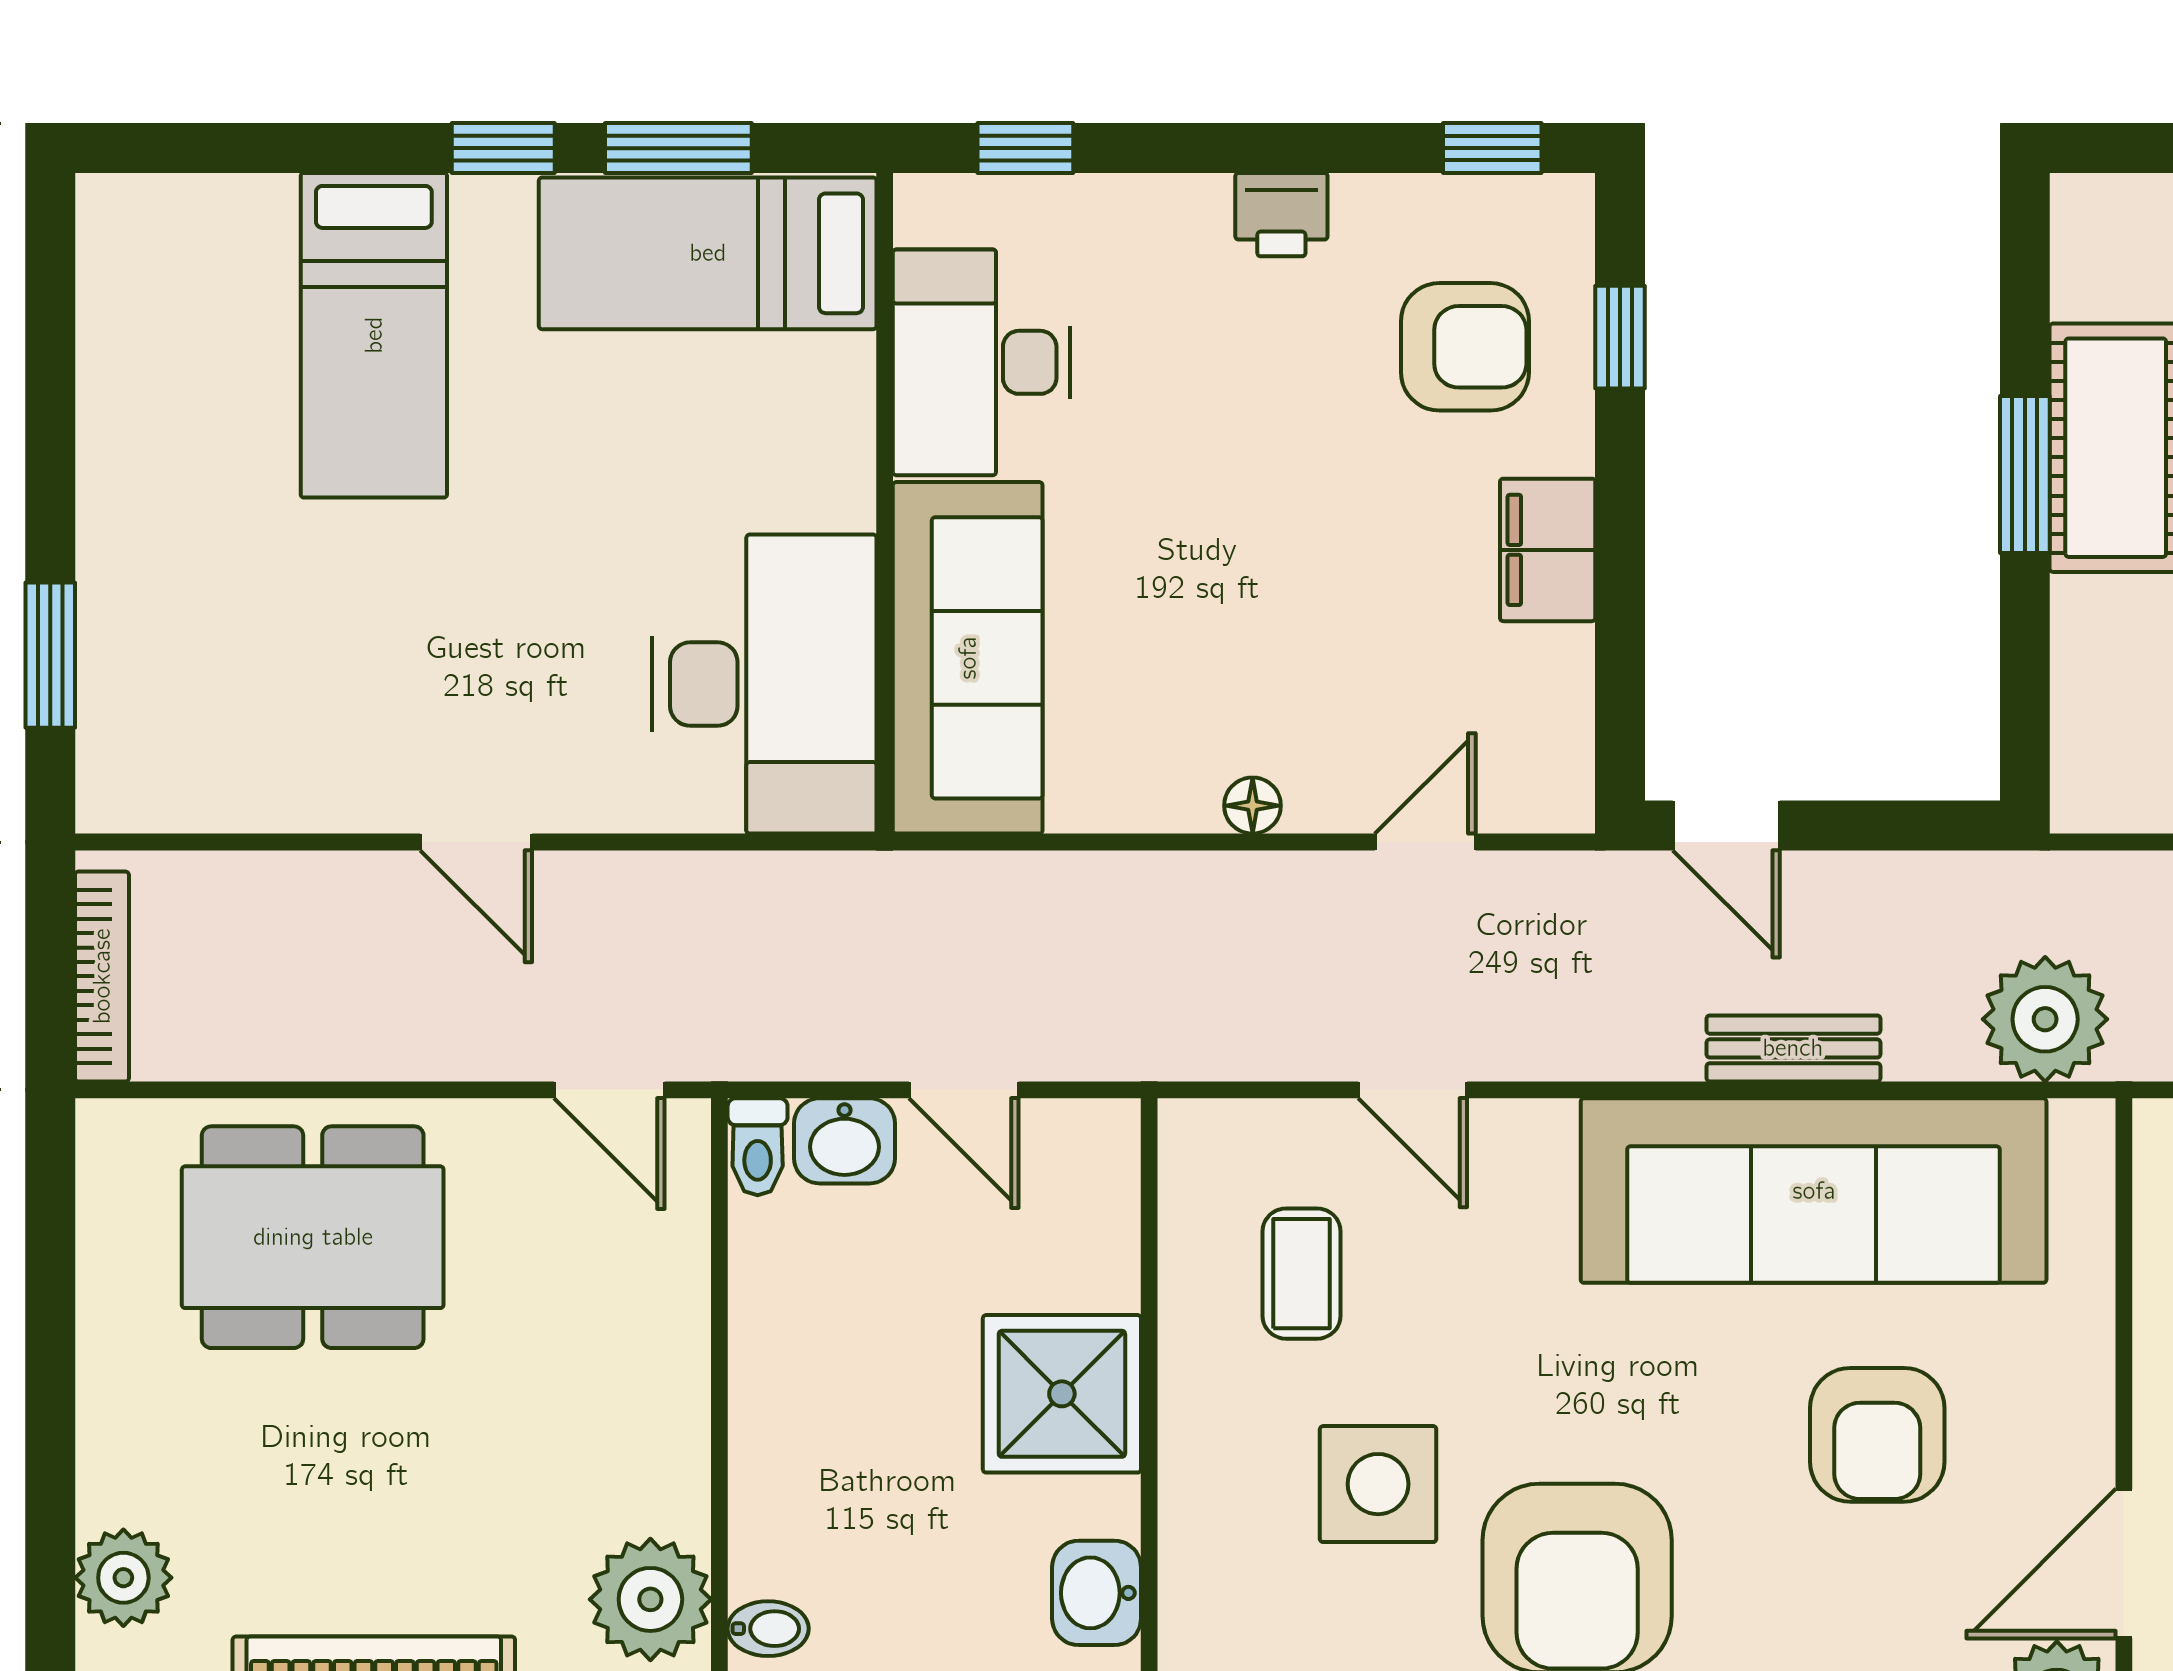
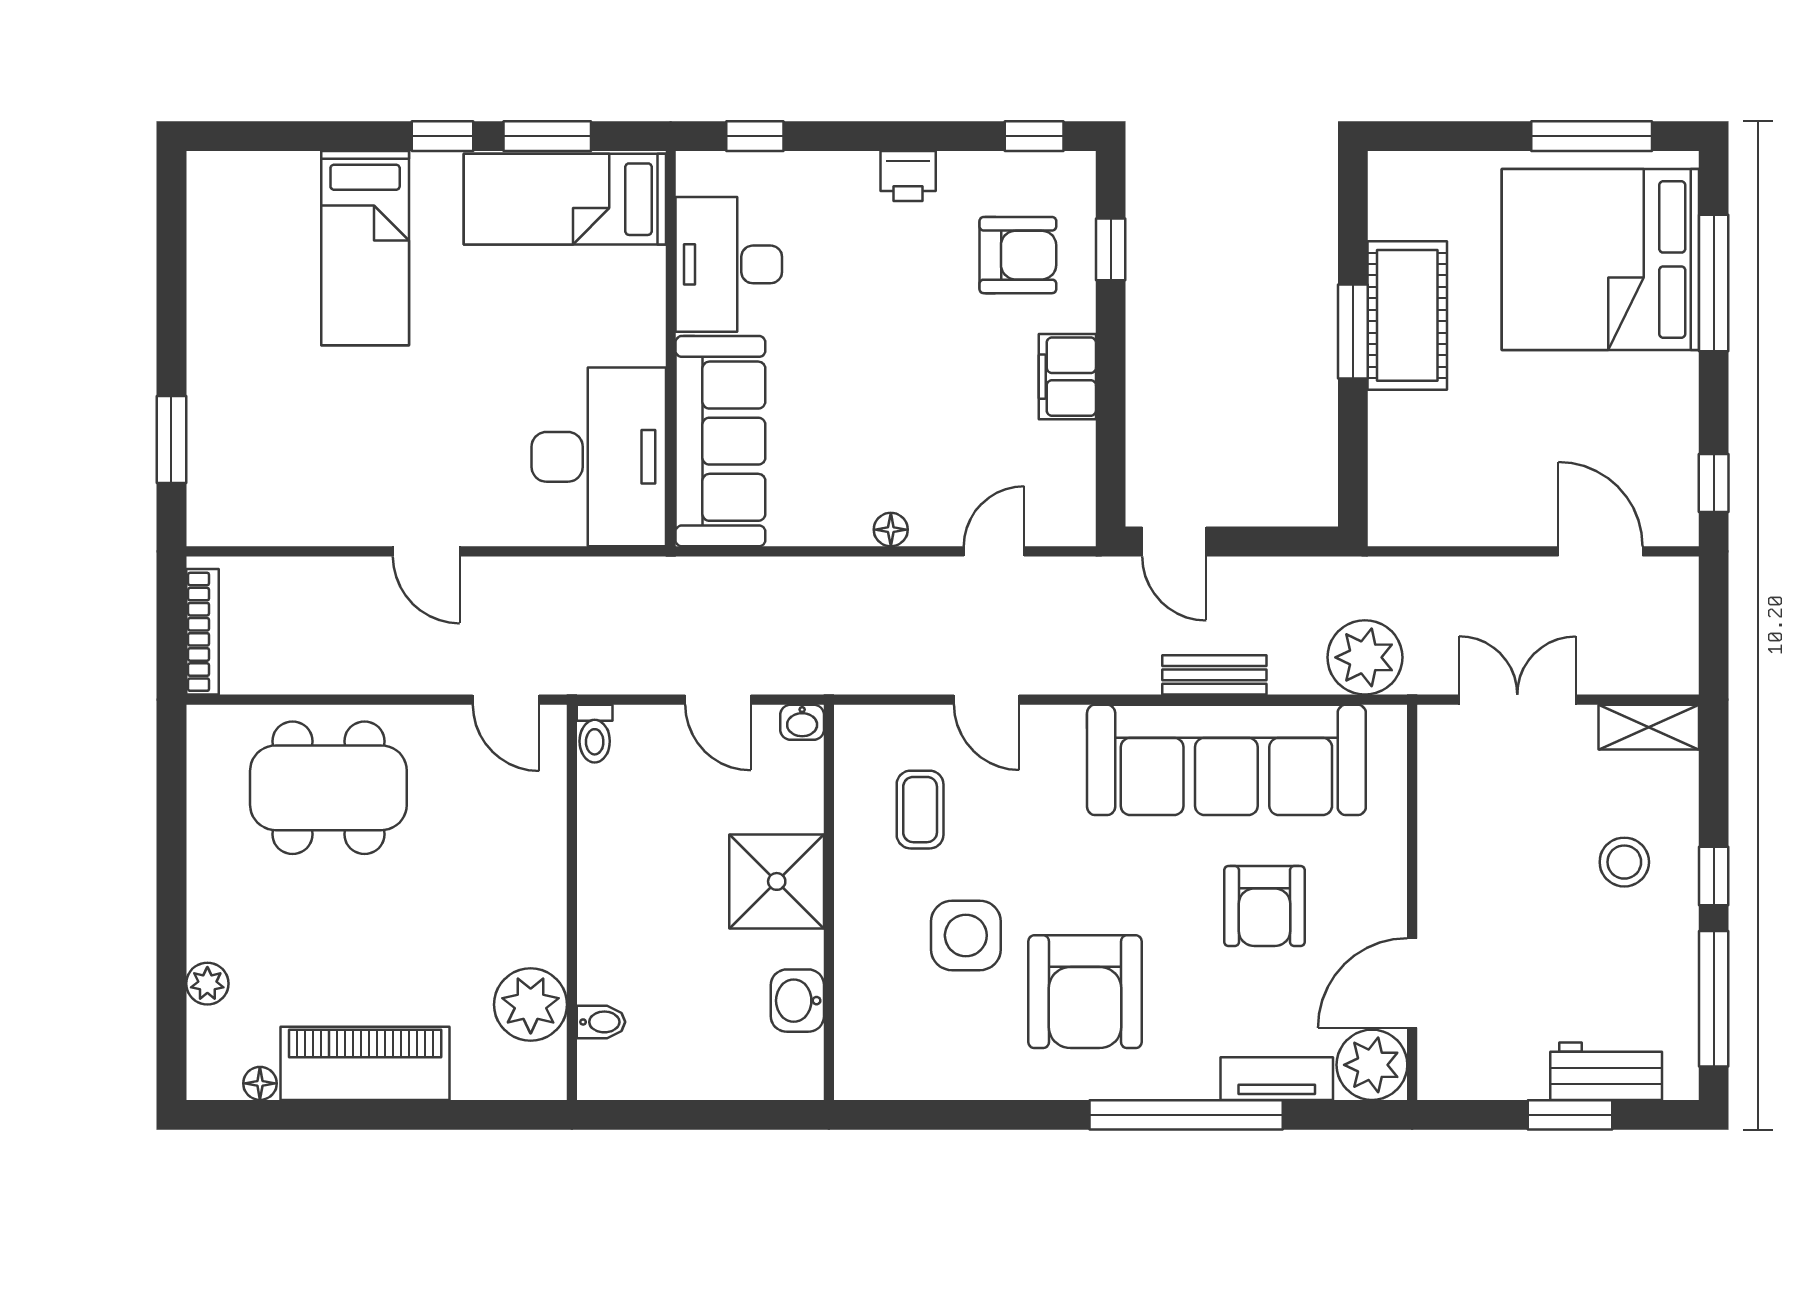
washbasin: (844, 1141) -> (802, 722), moved, width x0.72, depth x0.69
plant: (123, 1578) -> (207, 984), width x0.73, depth x0.73

